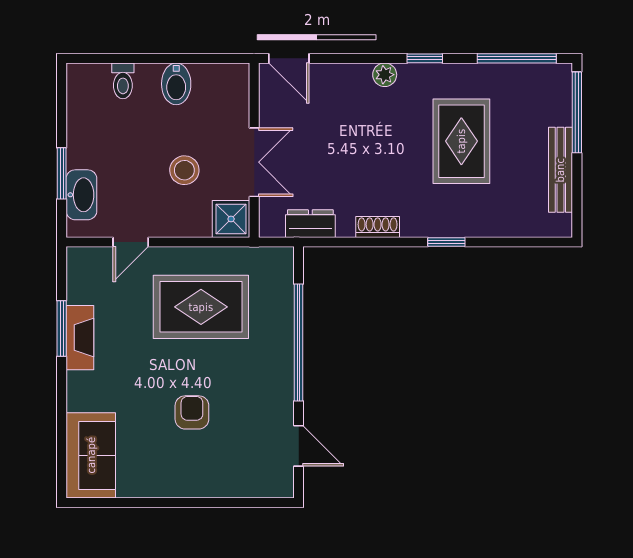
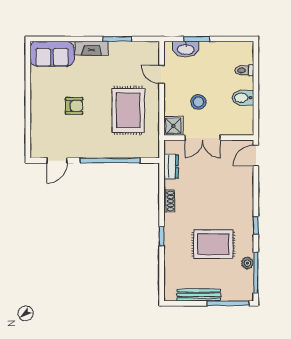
plant: (385, 75) -> (247, 263), moved
fireplace: (80, 338) -> (92, 48), moved

